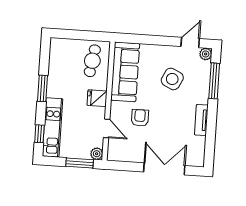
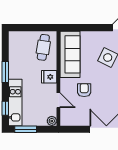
window: (80, 163) -> (26, 129), moved

